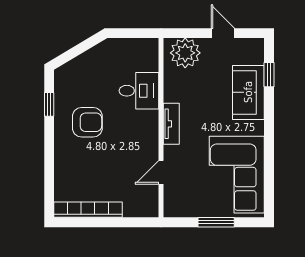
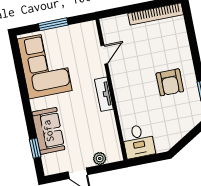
plant: (185, 53) -> (100, 159), width x0.53, depth x0.53
desk: (139, 91) -> (138, 141), moved, turned -90
armchair: (87, 122) -> (170, 82), turned -90

